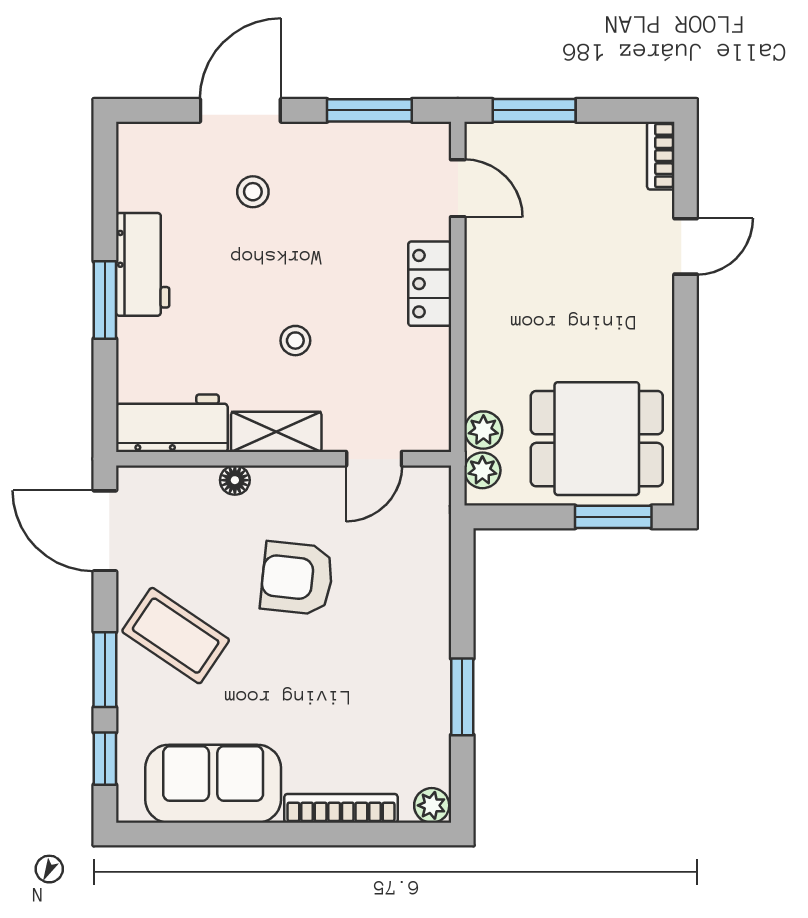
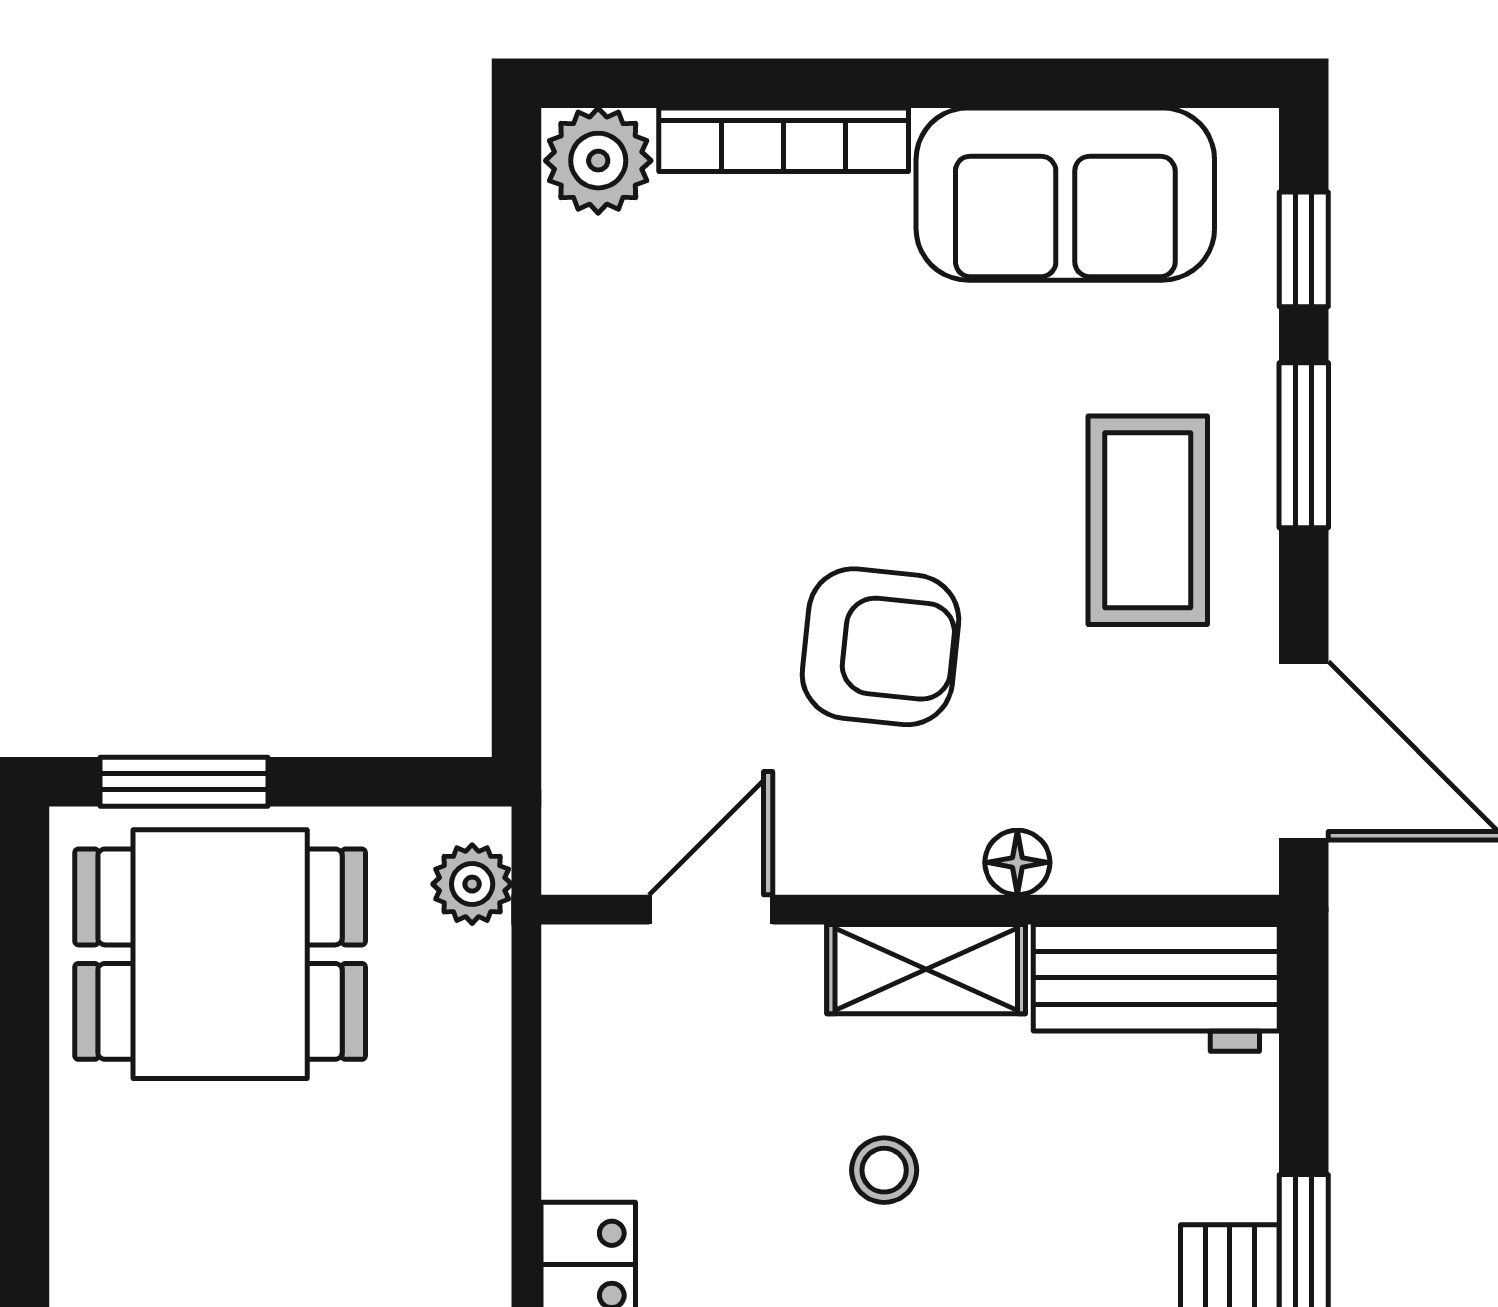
plant: (483, 430) -> (470, 973), removed
coffee table: (176, 636) -> (1148, 520), turned 56
window: (462, 697) -> (517, 385), removed
plant: (432, 805) -> (598, 161), width x1.38, depth x1.38

